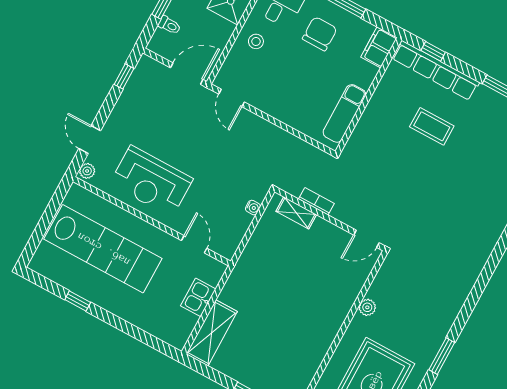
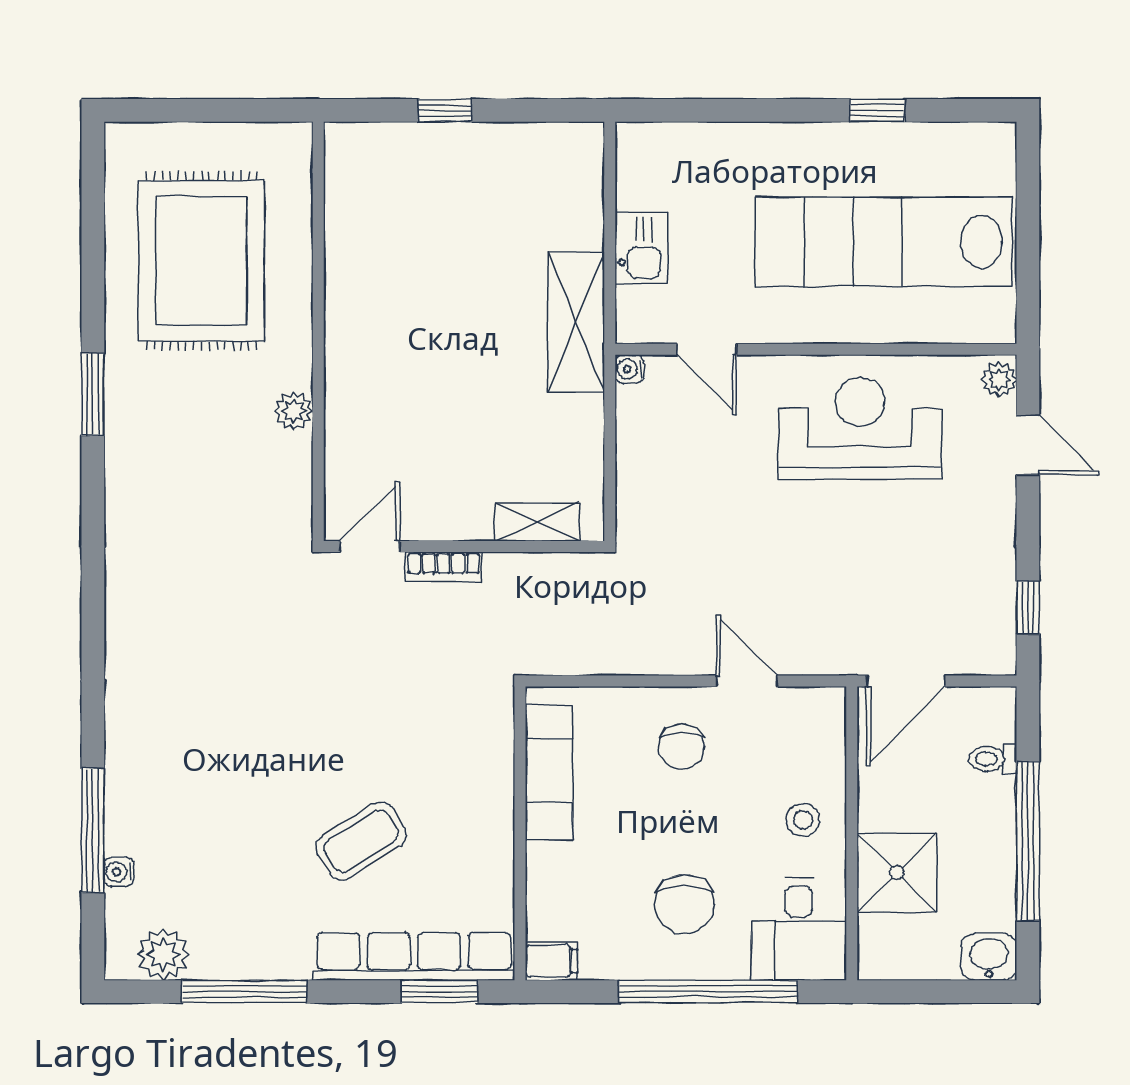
filing cabinet: (379, 47) -> (552, 961), width x0.50
window: (433, 51) -> (439, 992), width x1.50
chair: (288, 95) -> (682, 747), added
door: (232, 98) -> (747, 681), moved
coffee table: (432, 126) -> (361, 841), turned -32
bookcase: (316, 201) -> (444, 567), moved
water cooler: (253, 208) -> (630, 369), moved
shelving: (212, 333) -> (576, 322), moved

